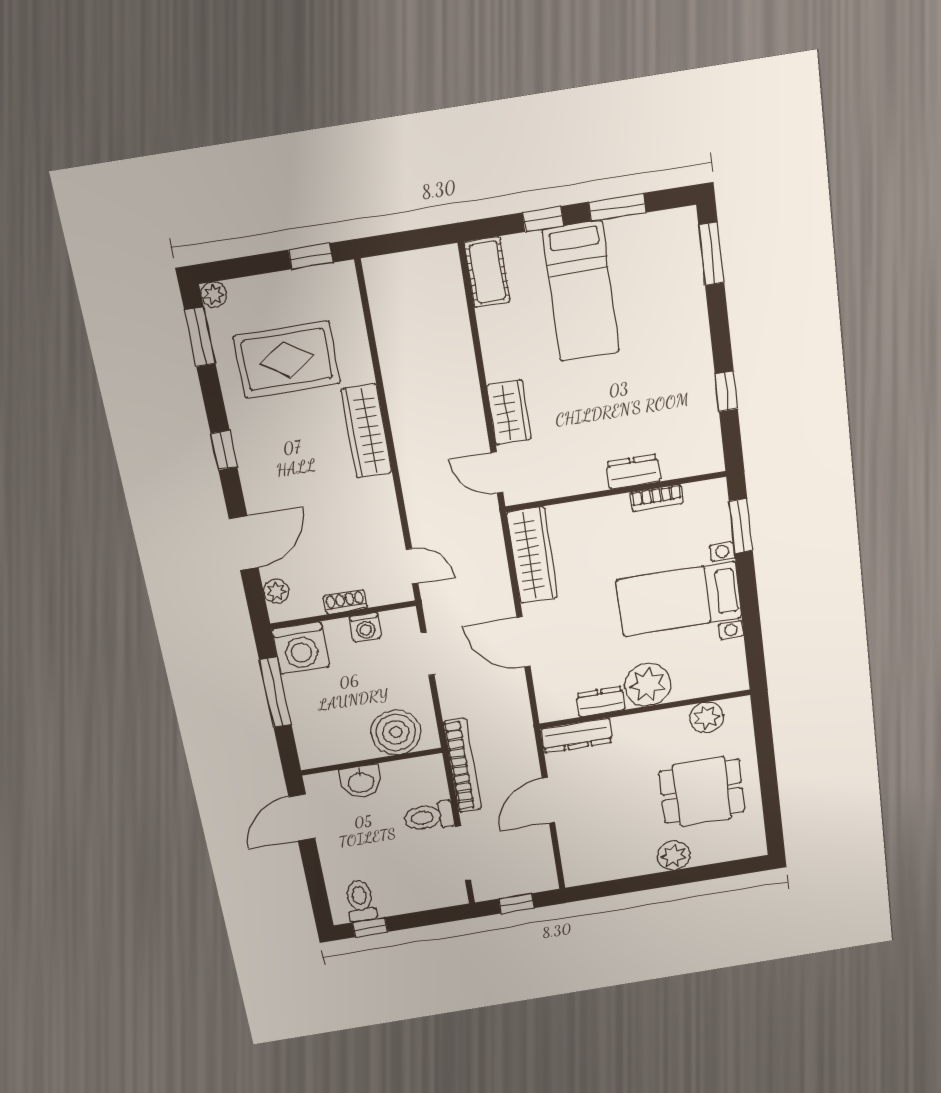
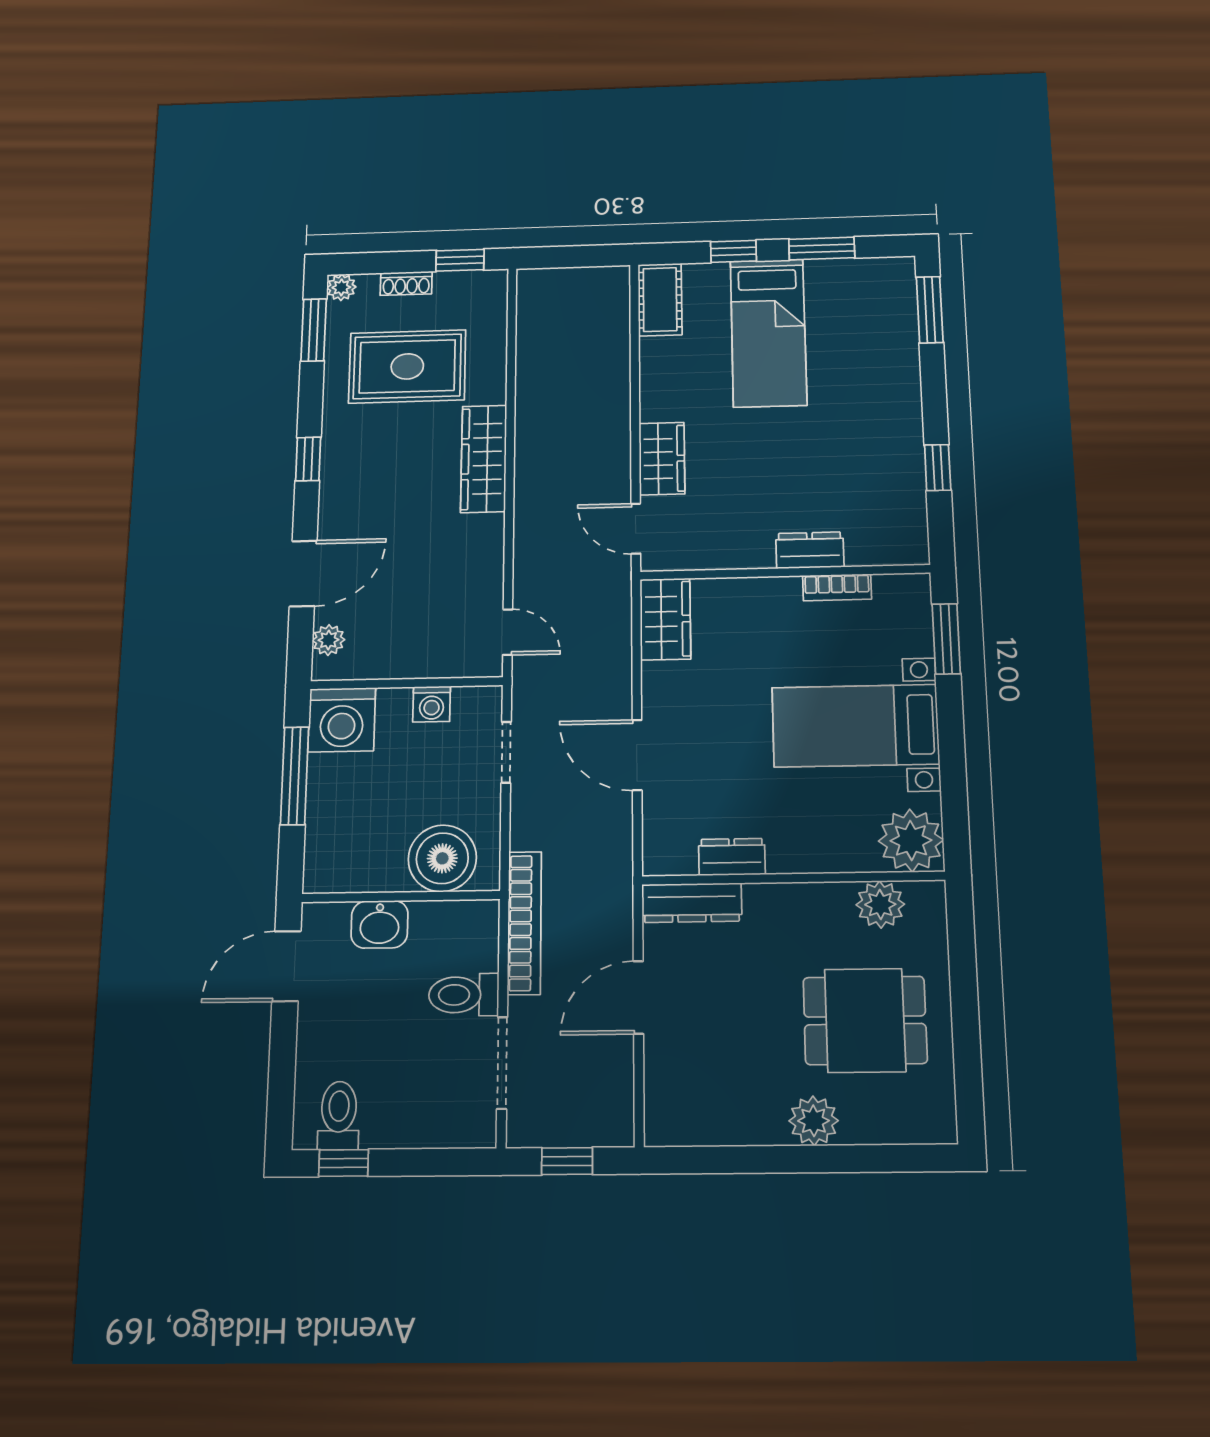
wardrobe: (532, 555) -> (665, 619), width x0.67
shoe rack: (345, 602) -> (406, 283), moved, turned 180
plant: (648, 685) -> (911, 840), moved

